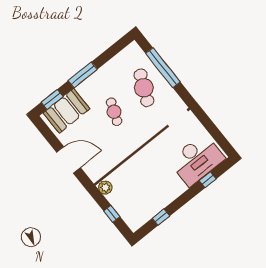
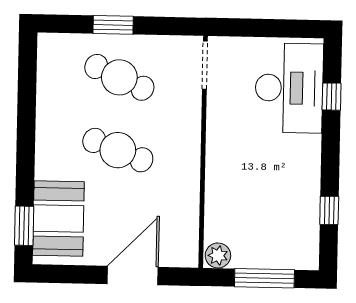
window: (163, 68) -> (113, 25), width x0.47
window: (83, 75) -> (26, 151), removed
cafe table: (114, 112) -> (118, 150), width x1.37, depth x1.35
window: (112, 214) -> (264, 278), width x2.17

